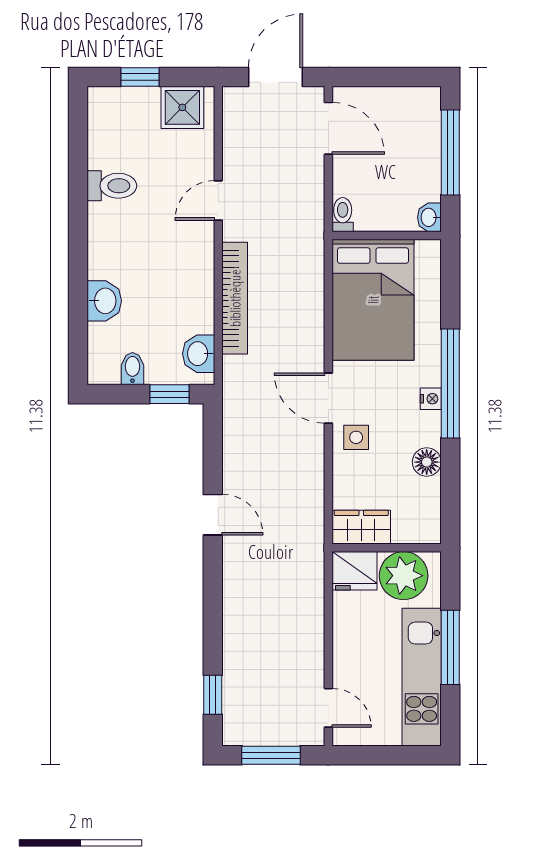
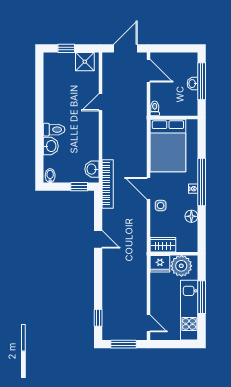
toilet: (112, 186) -> (54, 130), moved
washbasin: (429, 217) -> (192, 84), moved
bookcase: (235, 298) -> (108, 184), moved
bidet: (132, 369) -> (50, 176), moved

